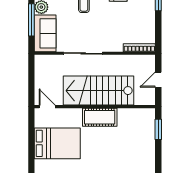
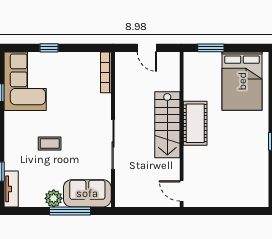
stairs: (98, 91) -> (167, 125), width x0.73, depth x0.66
door: (47, 107) -> (182, 191), hinge flipped
bed: (57, 143) -> (242, 81), moved, turned 180

